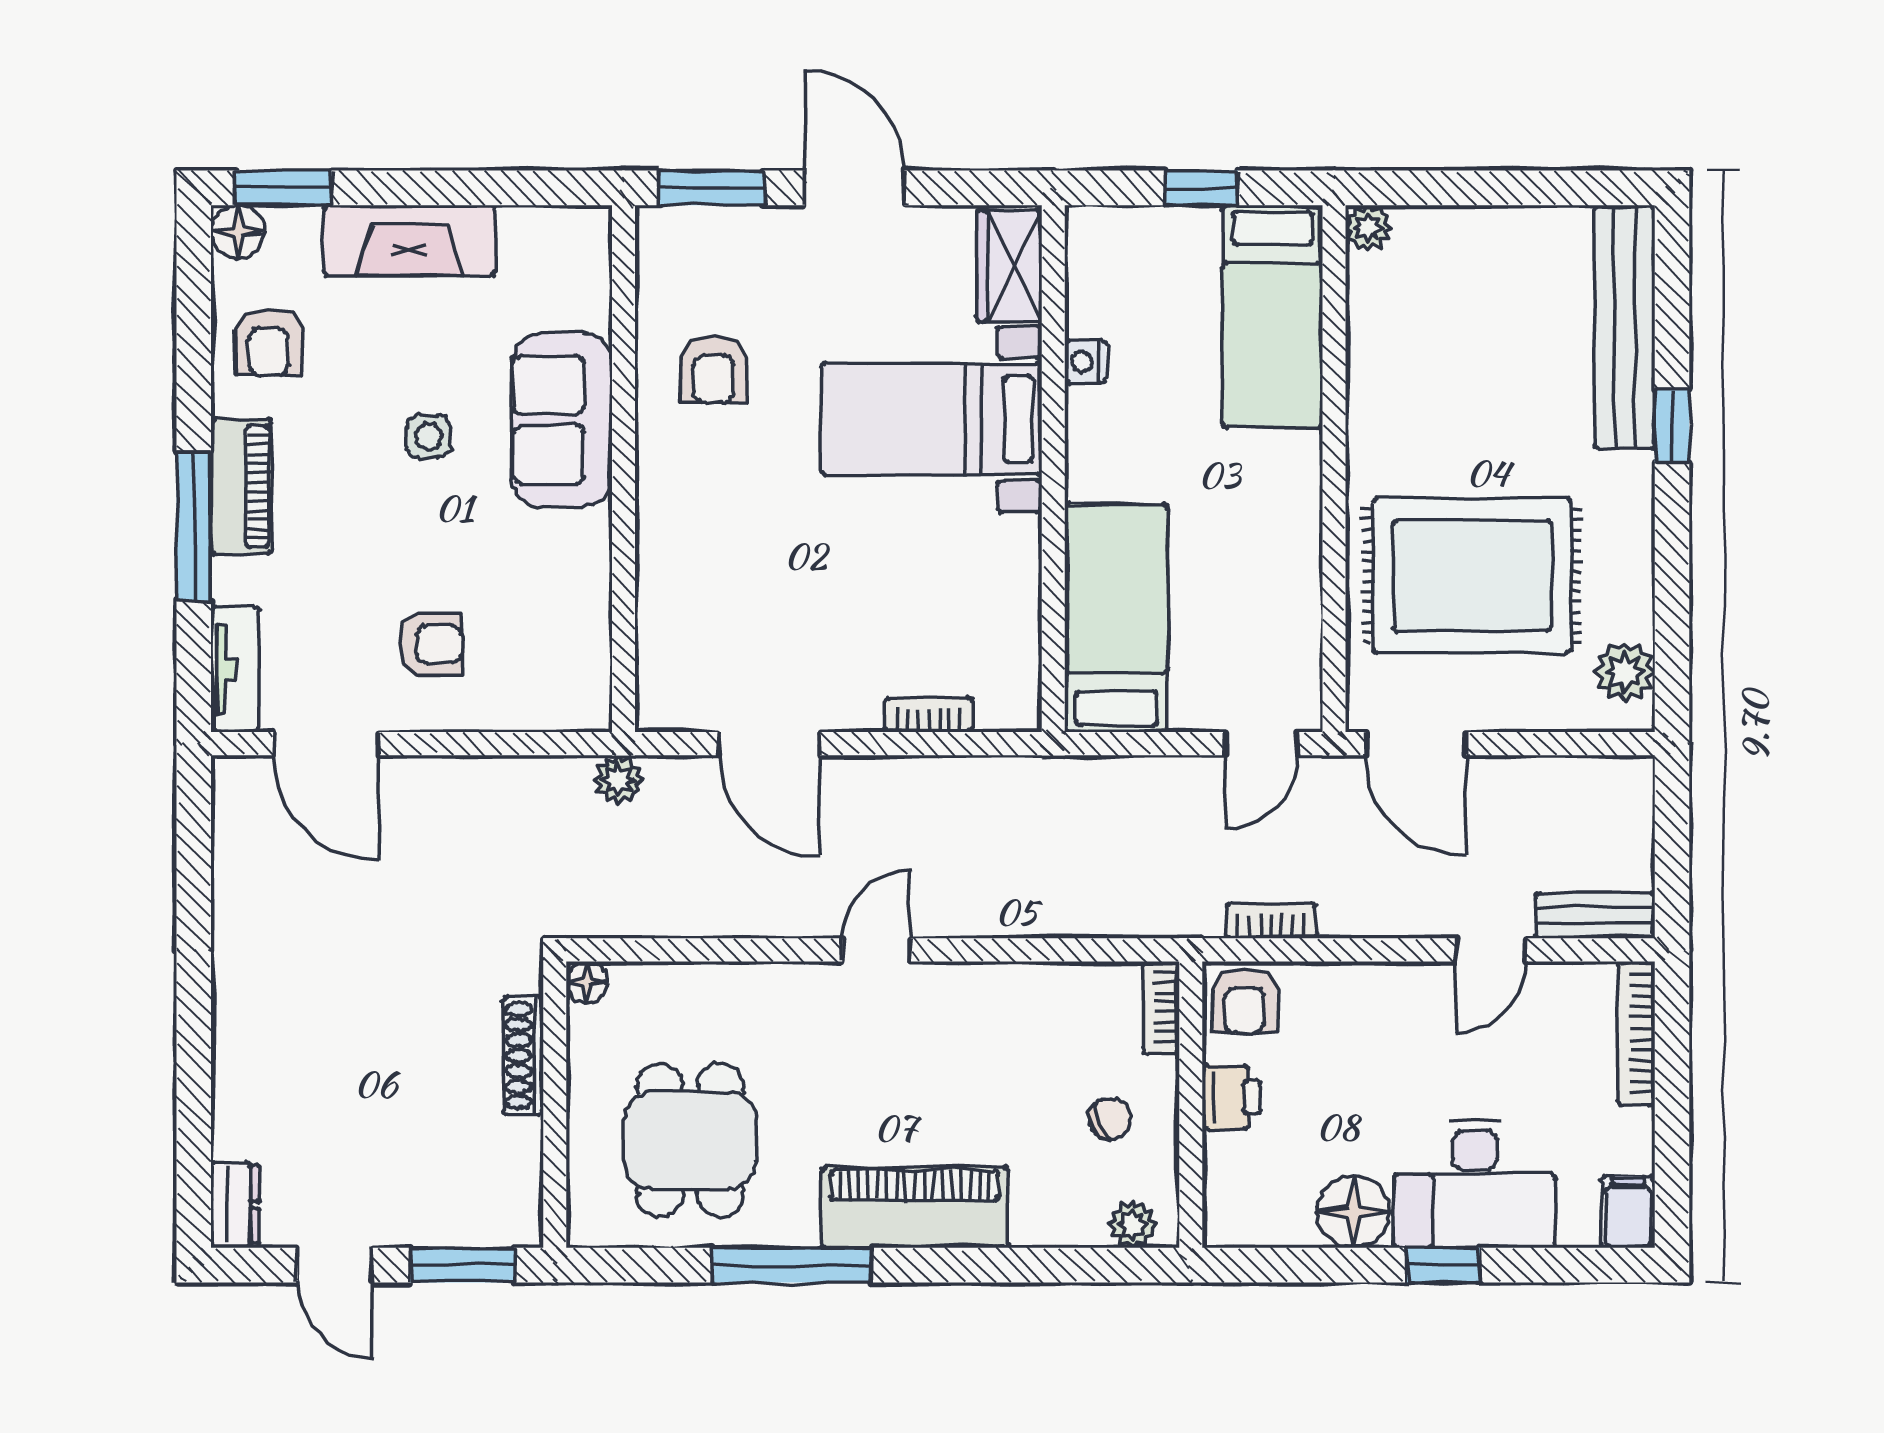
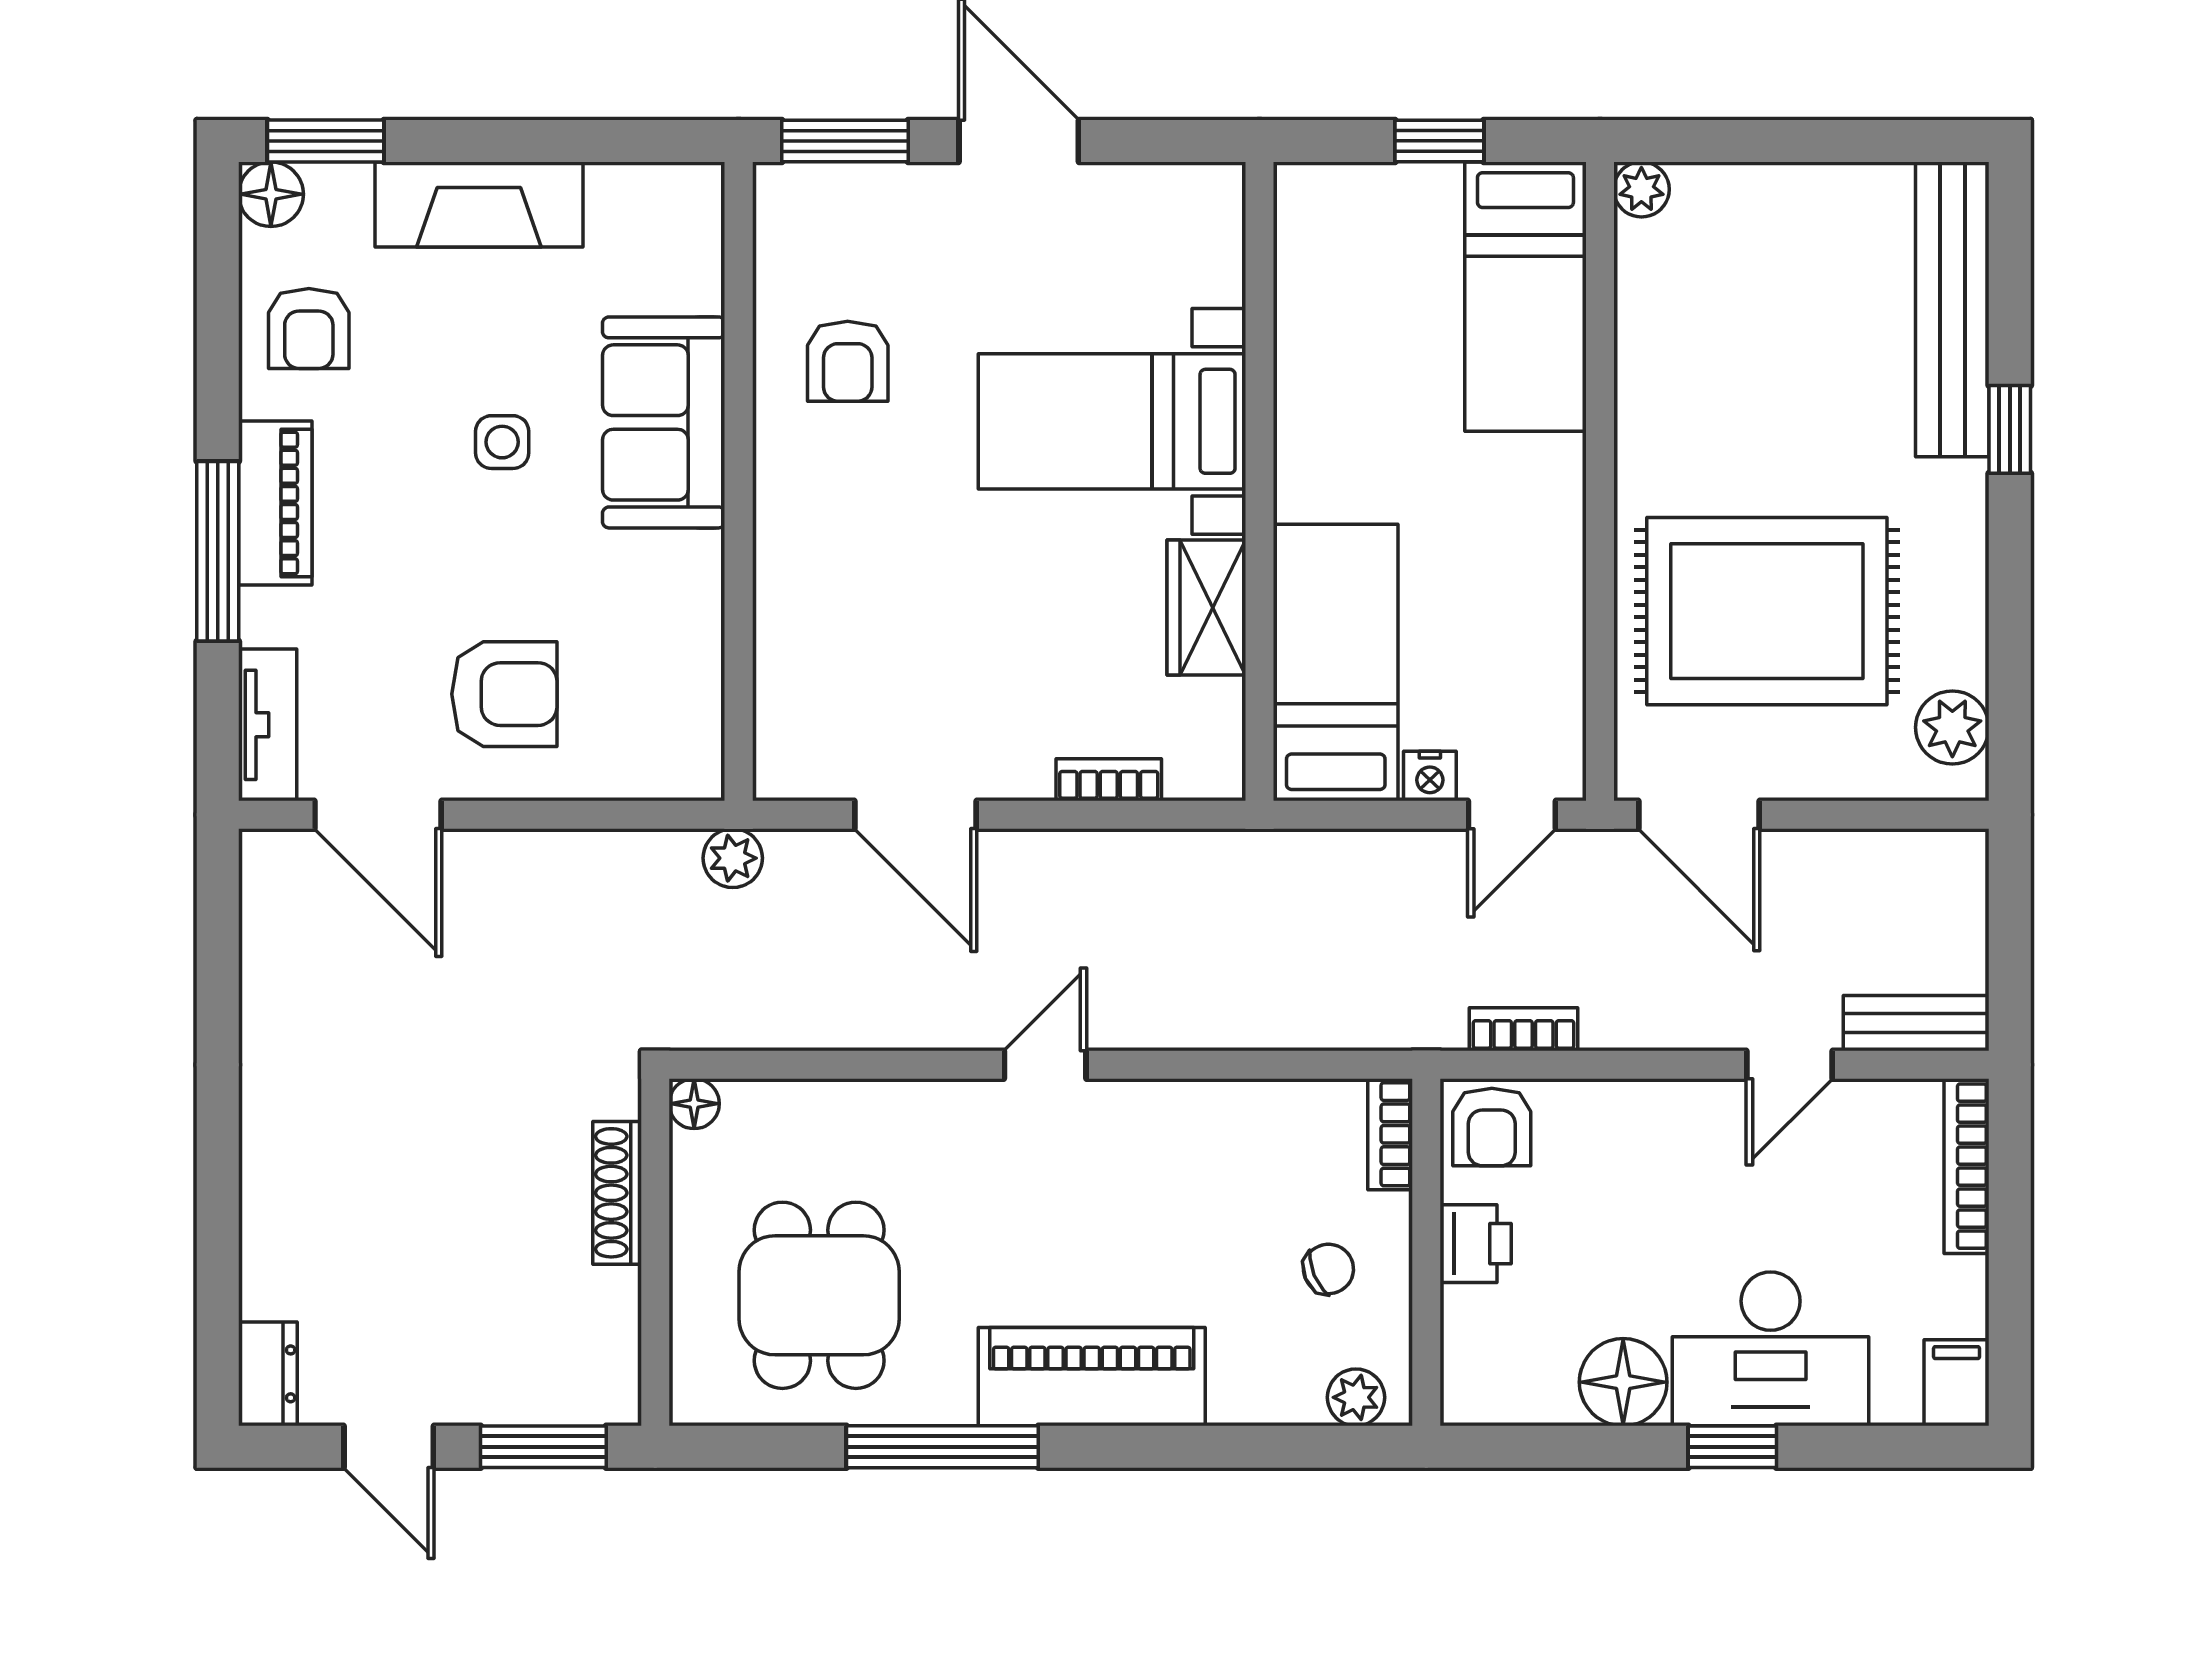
wardrobe: (1009, 266) -> (1206, 608), moved
nightstand: (1085, 362) -> (1430, 776), moved, turned -90
armchair: (430, 644) -> (504, 694), width x1.38, depth x1.38

